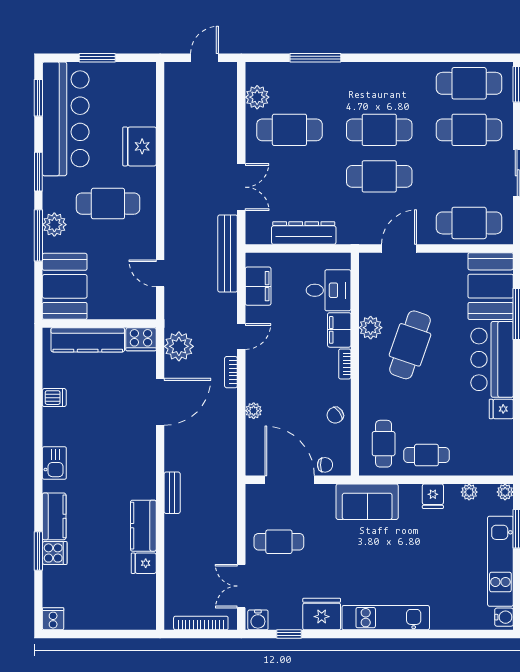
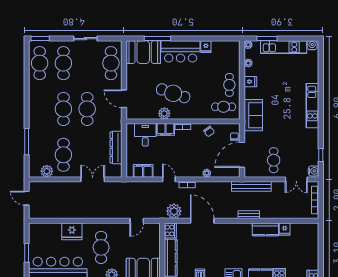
bench: (228, 254) -> (251, 186), moved
fridge: (322, 614) -> (310, 138), removed

